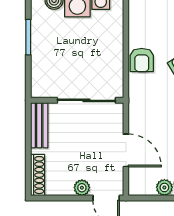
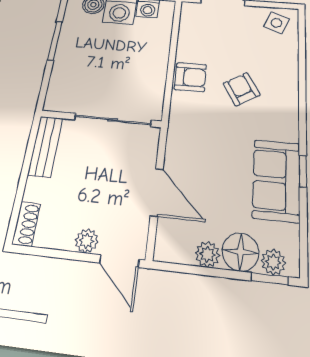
armchair: (142, 60) -> (190, 77), turned -90
shoe rack: (38, 175) -> (26, 224), width x0.70

